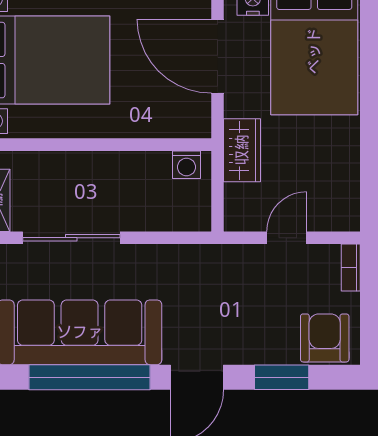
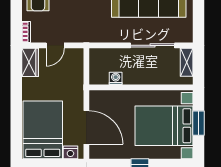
wardrobe: (242, 150) -> (30, 62), moved, turned 180
washing machine: (186, 165) -> (116, 78), moved

